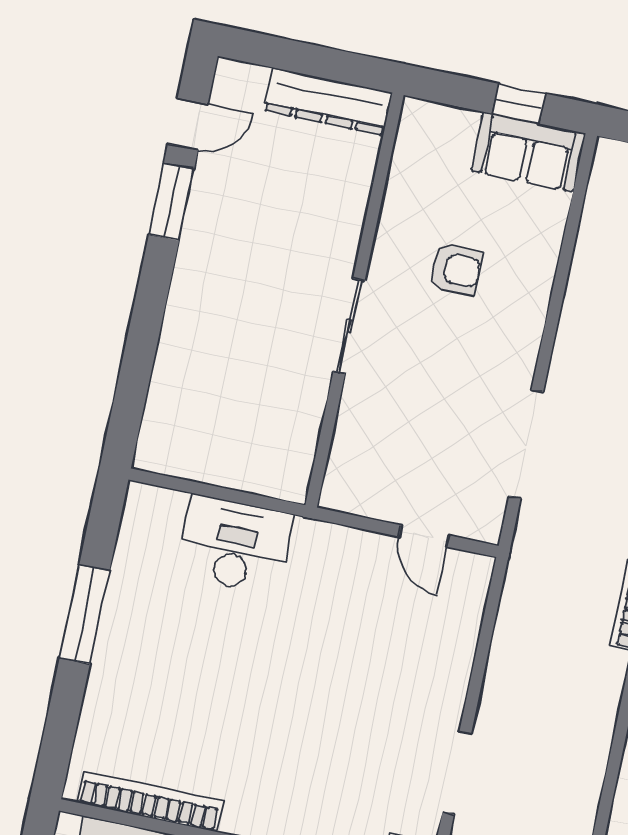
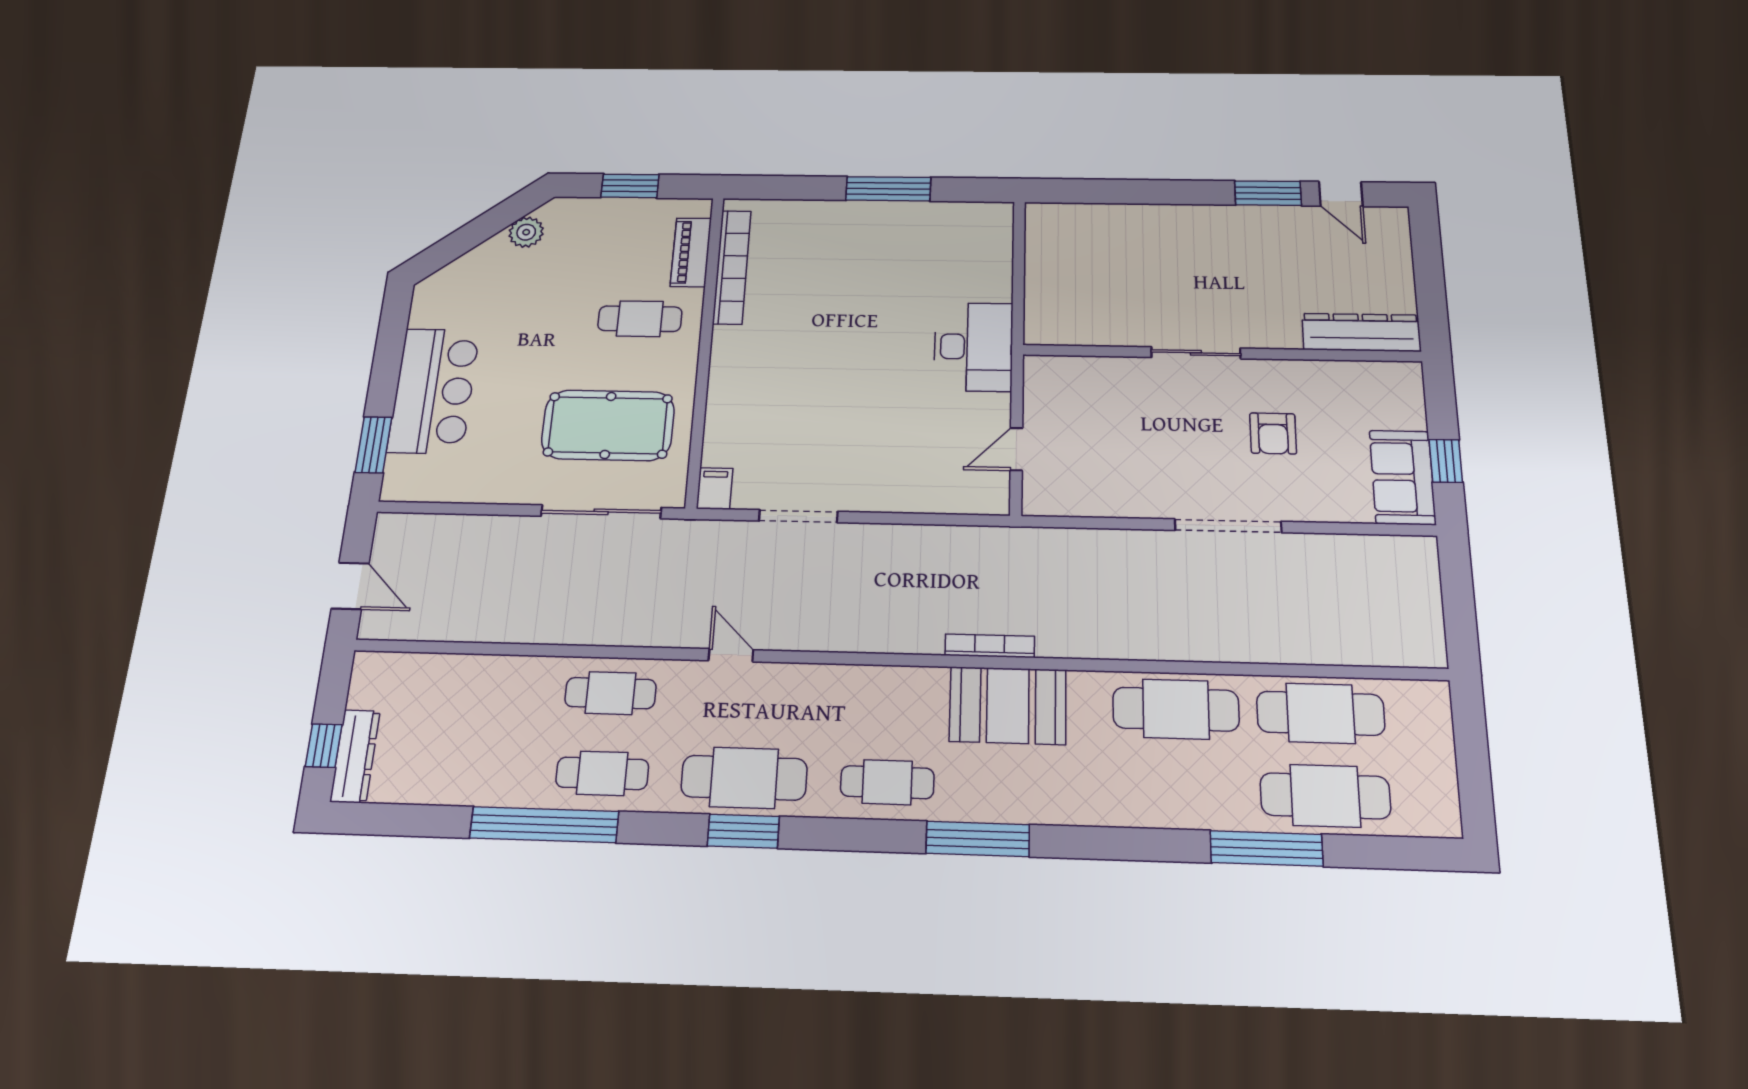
dresser: (328, 101) -> (1361, 332), moved, turned 90
doorway: (526, 444) -> (1228, 526), moved
desk: (235, 545) -> (973, 347), moved

